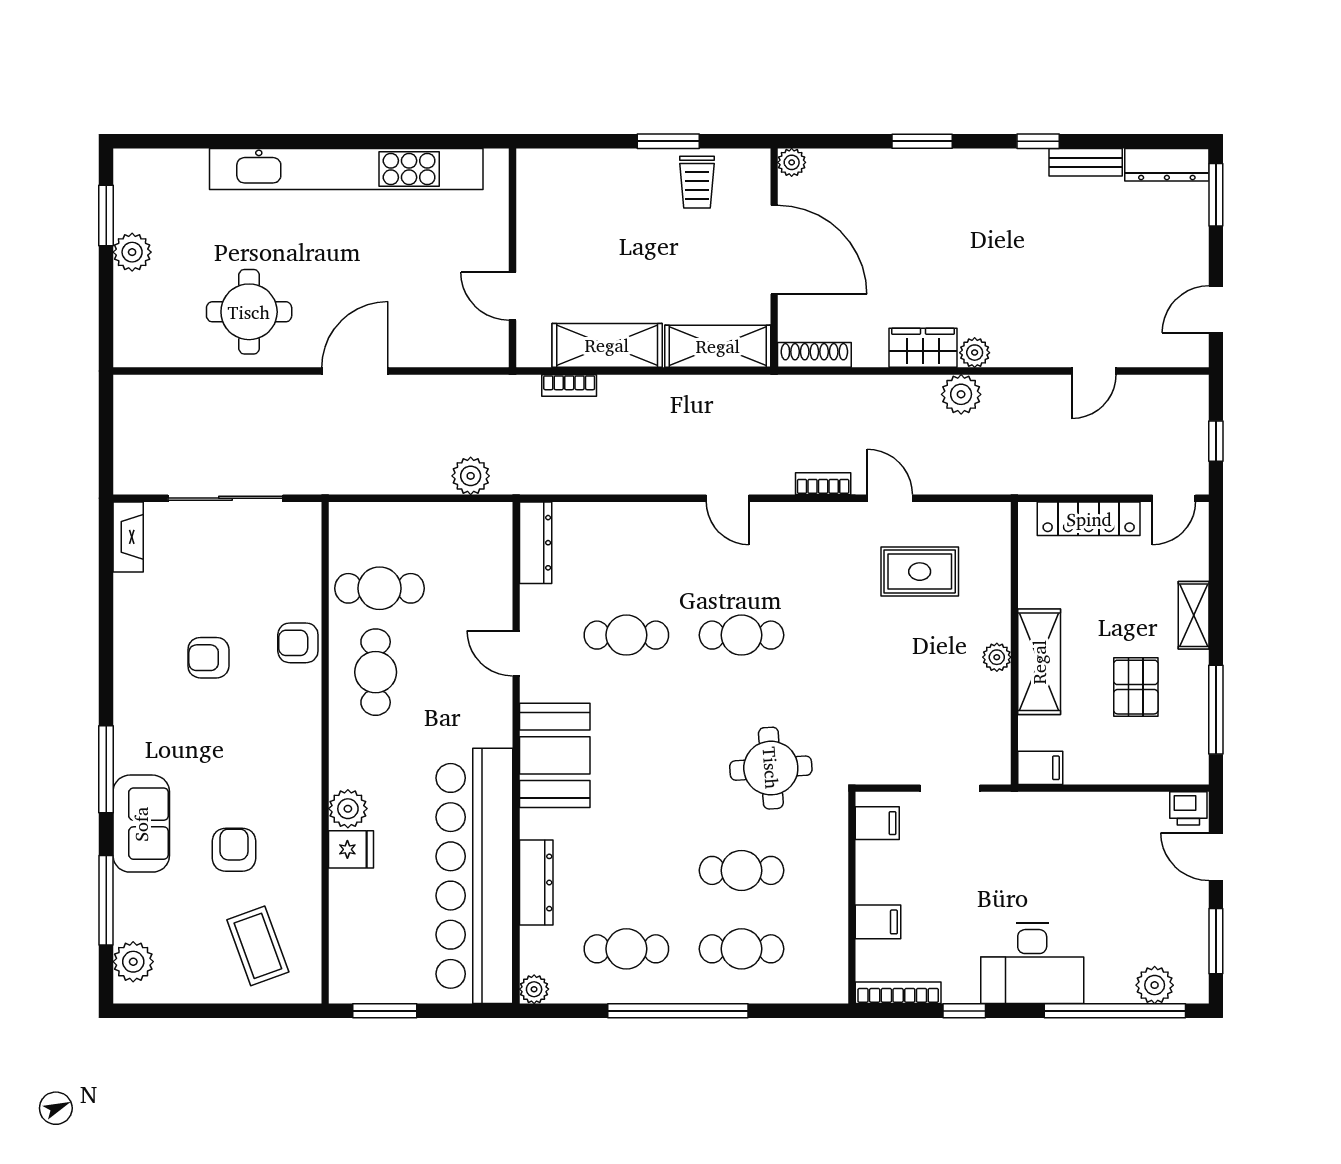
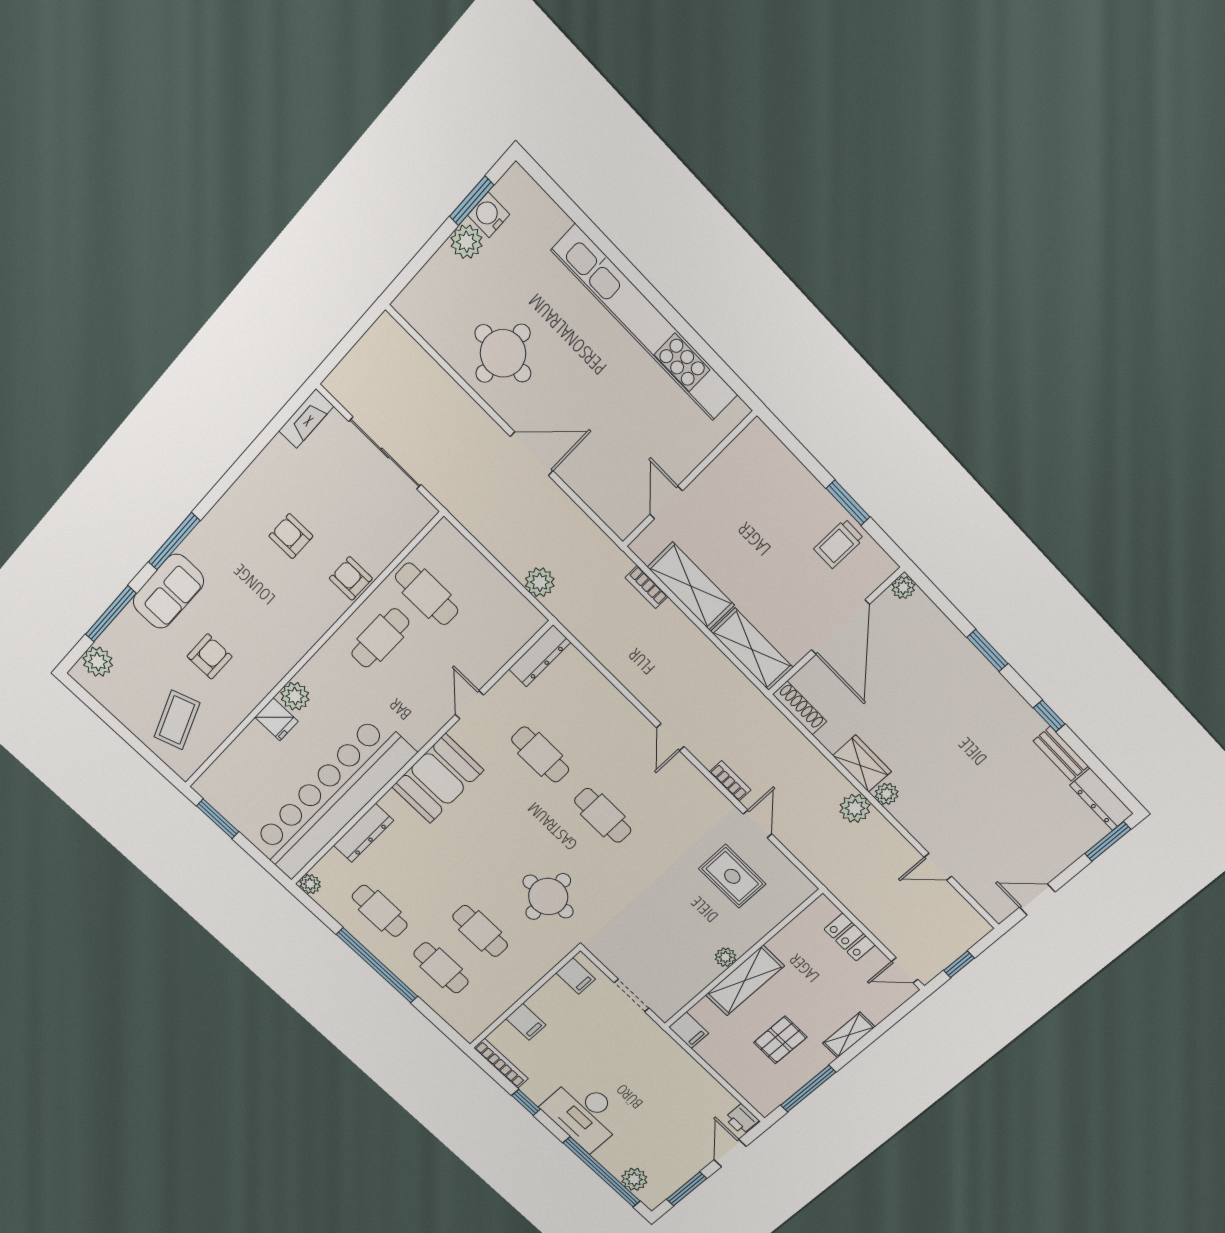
water cooler: (131, 213) -> (489, 215), added
locker: (1089, 519) -> (850, 937), width x0.66

